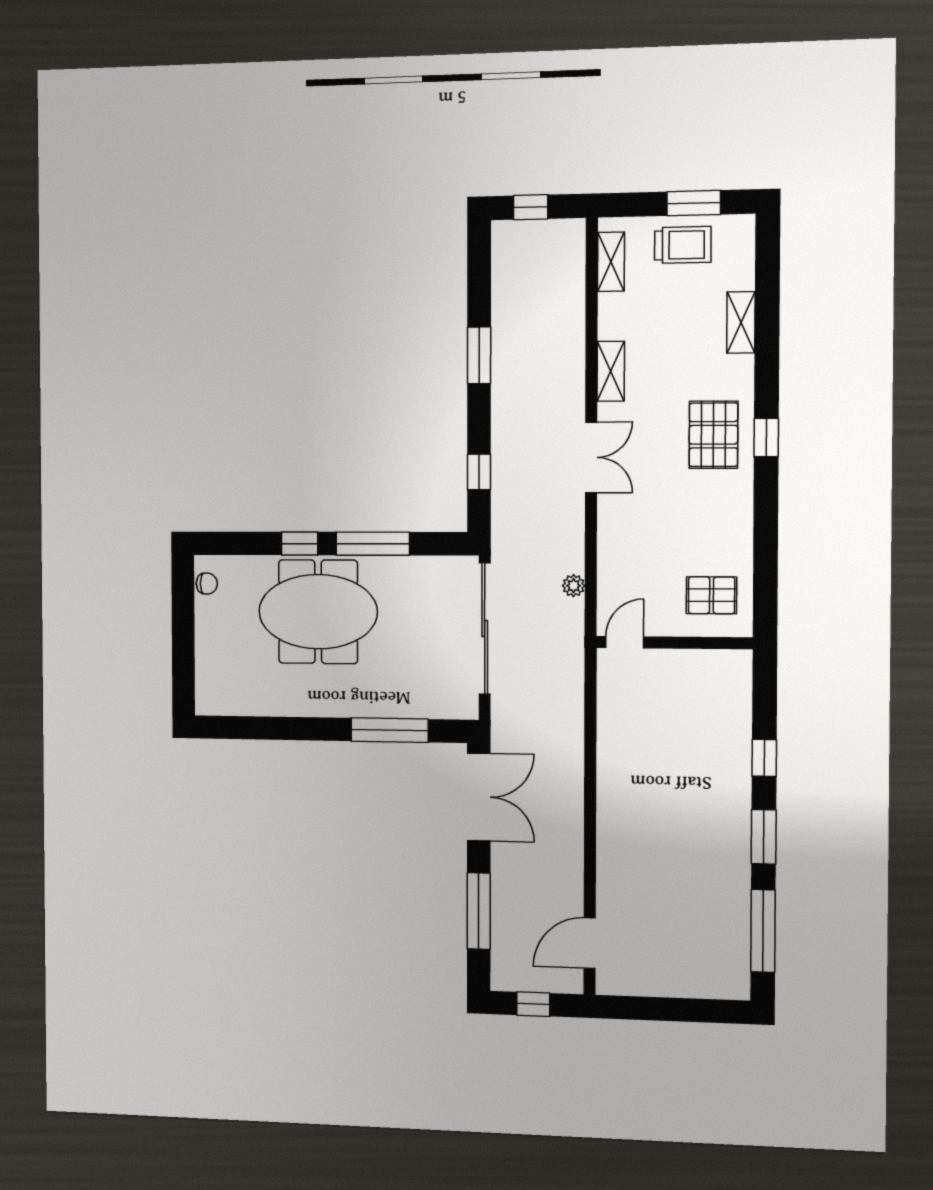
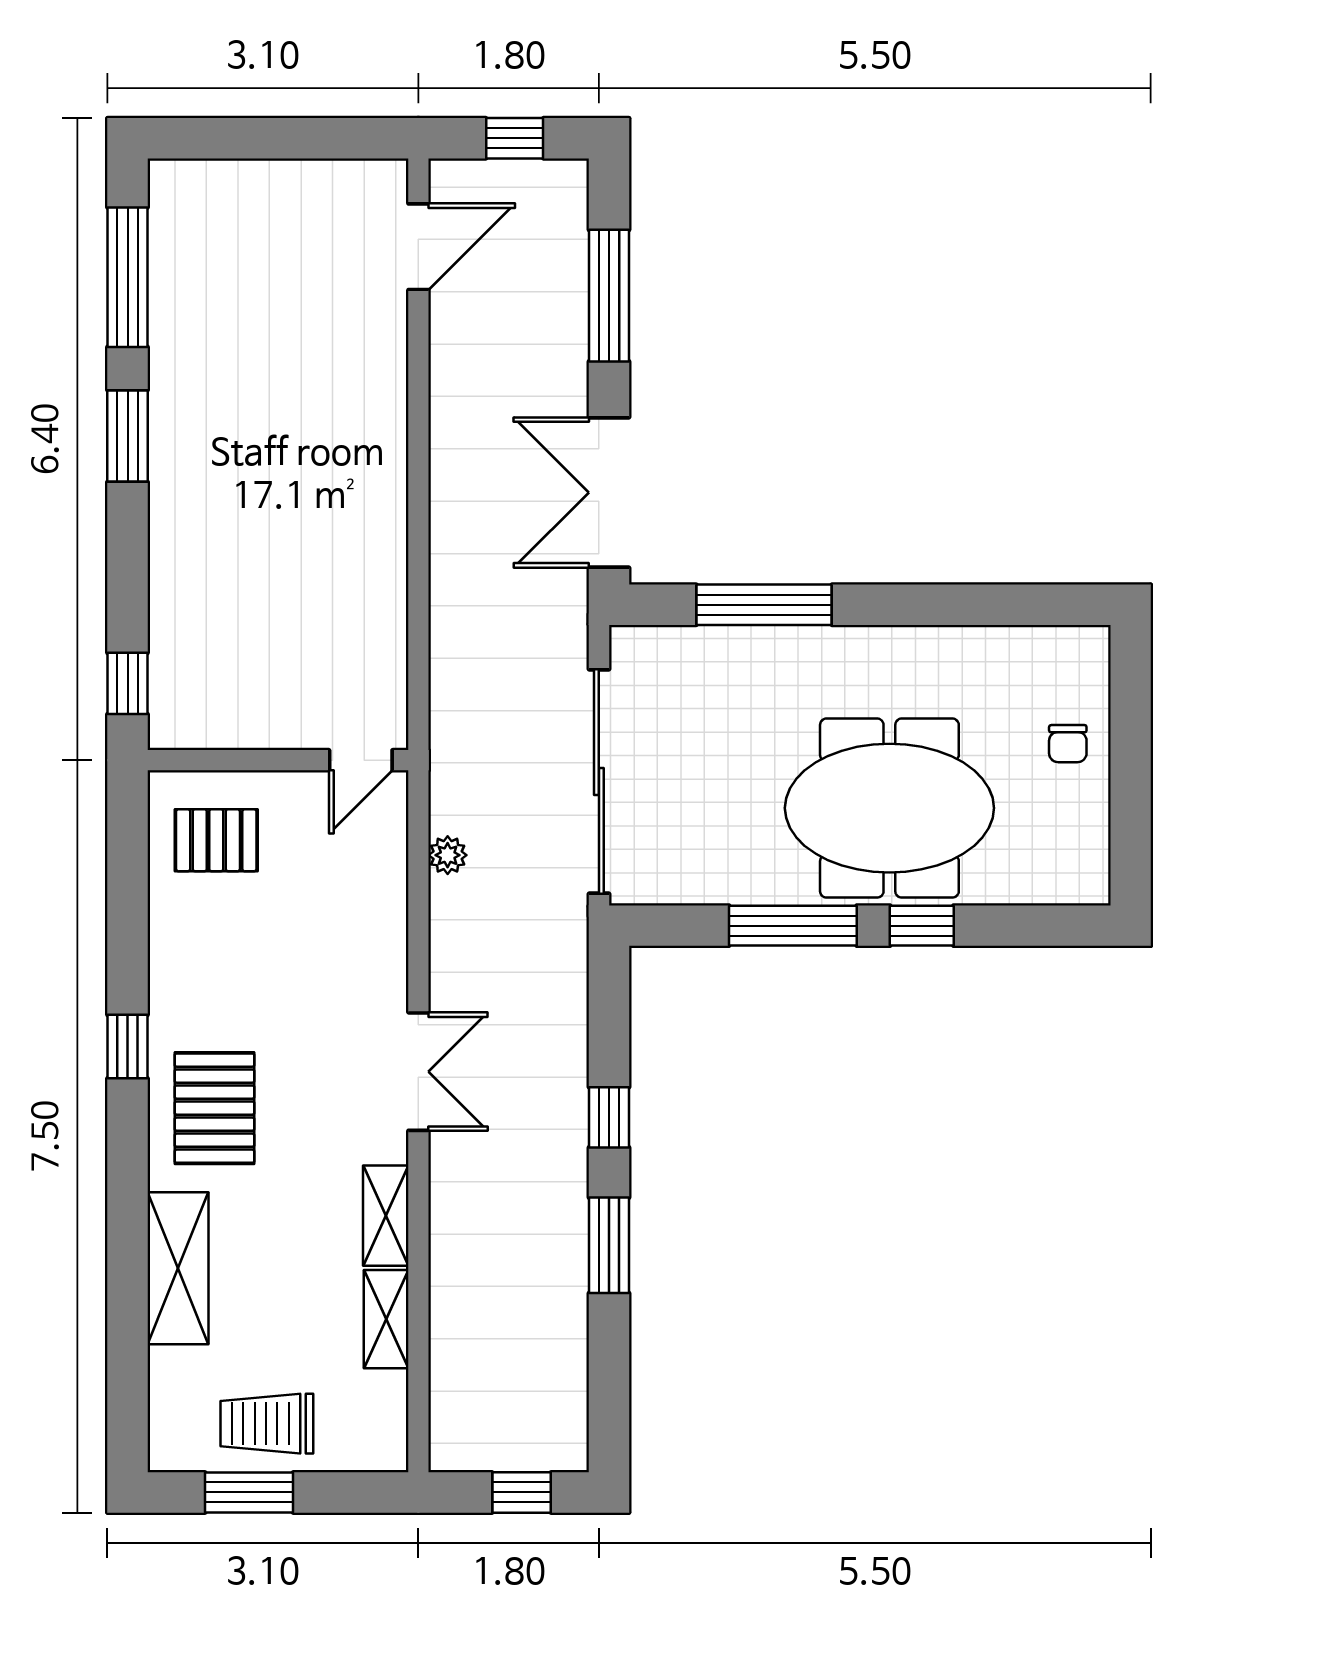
shelving: (611, 262) -> (386, 1319), moved
shelving: (741, 322) -> (178, 1268), width x1.50, depth x1.33
window: (766, 437) -> (128, 1047), moved
double door: (591, 457) -> (418, 1072), swing flipped
window: (479, 472) -> (609, 1117), moved
chair: (207, 584) -> (1068, 744), moved, turned -90
window: (764, 758) -> (128, 683), moved

